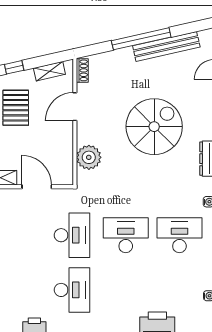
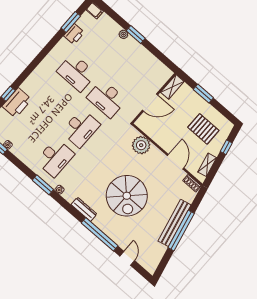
bench: (166, 46) -> (175, 223), moved

